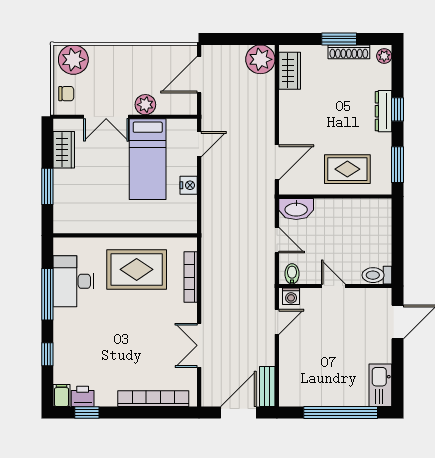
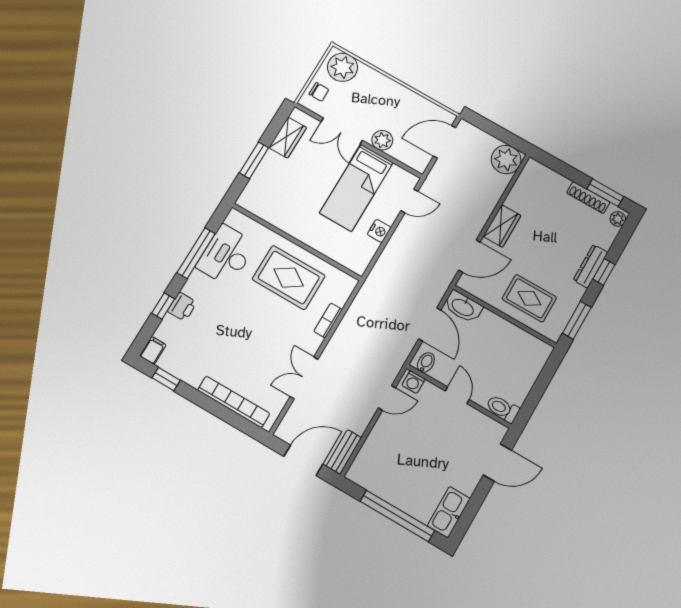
window: (339, 39) -> (605, 193), moved
wardrobe: (290, 71) -> (502, 226), moved
door: (277, 240) -> (430, 324), width x1.38
bookcase: (191, 277) -> (328, 320), width x0.64
printer: (83, 396) -> (182, 307), moved, turned 90

